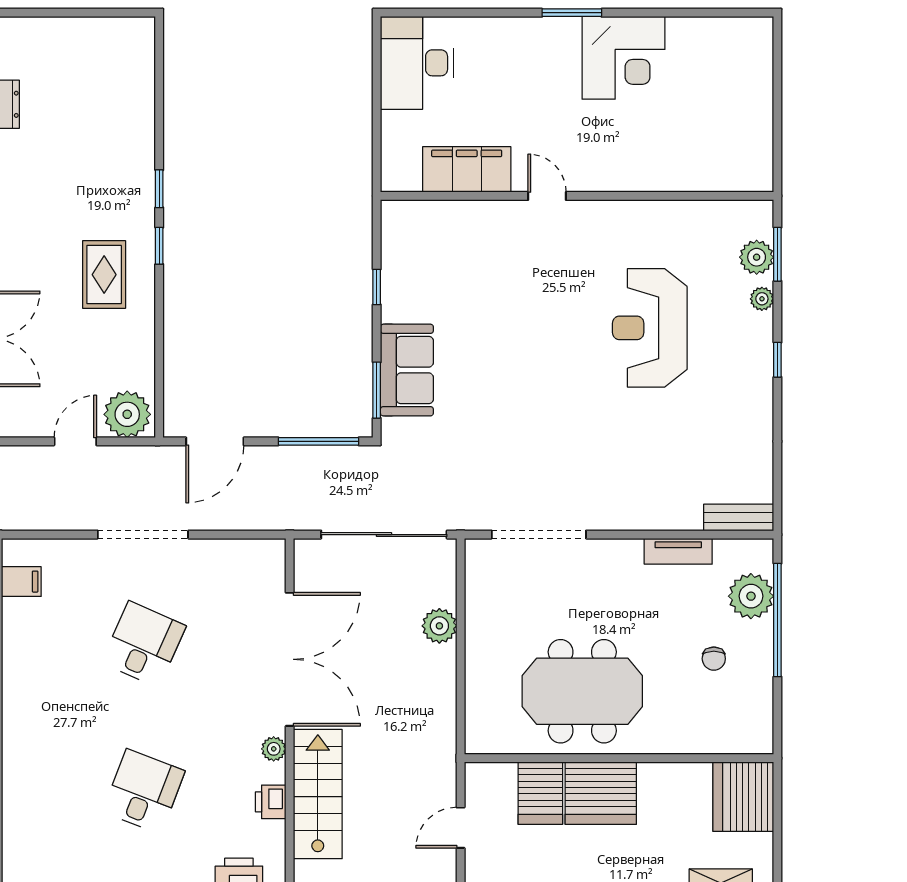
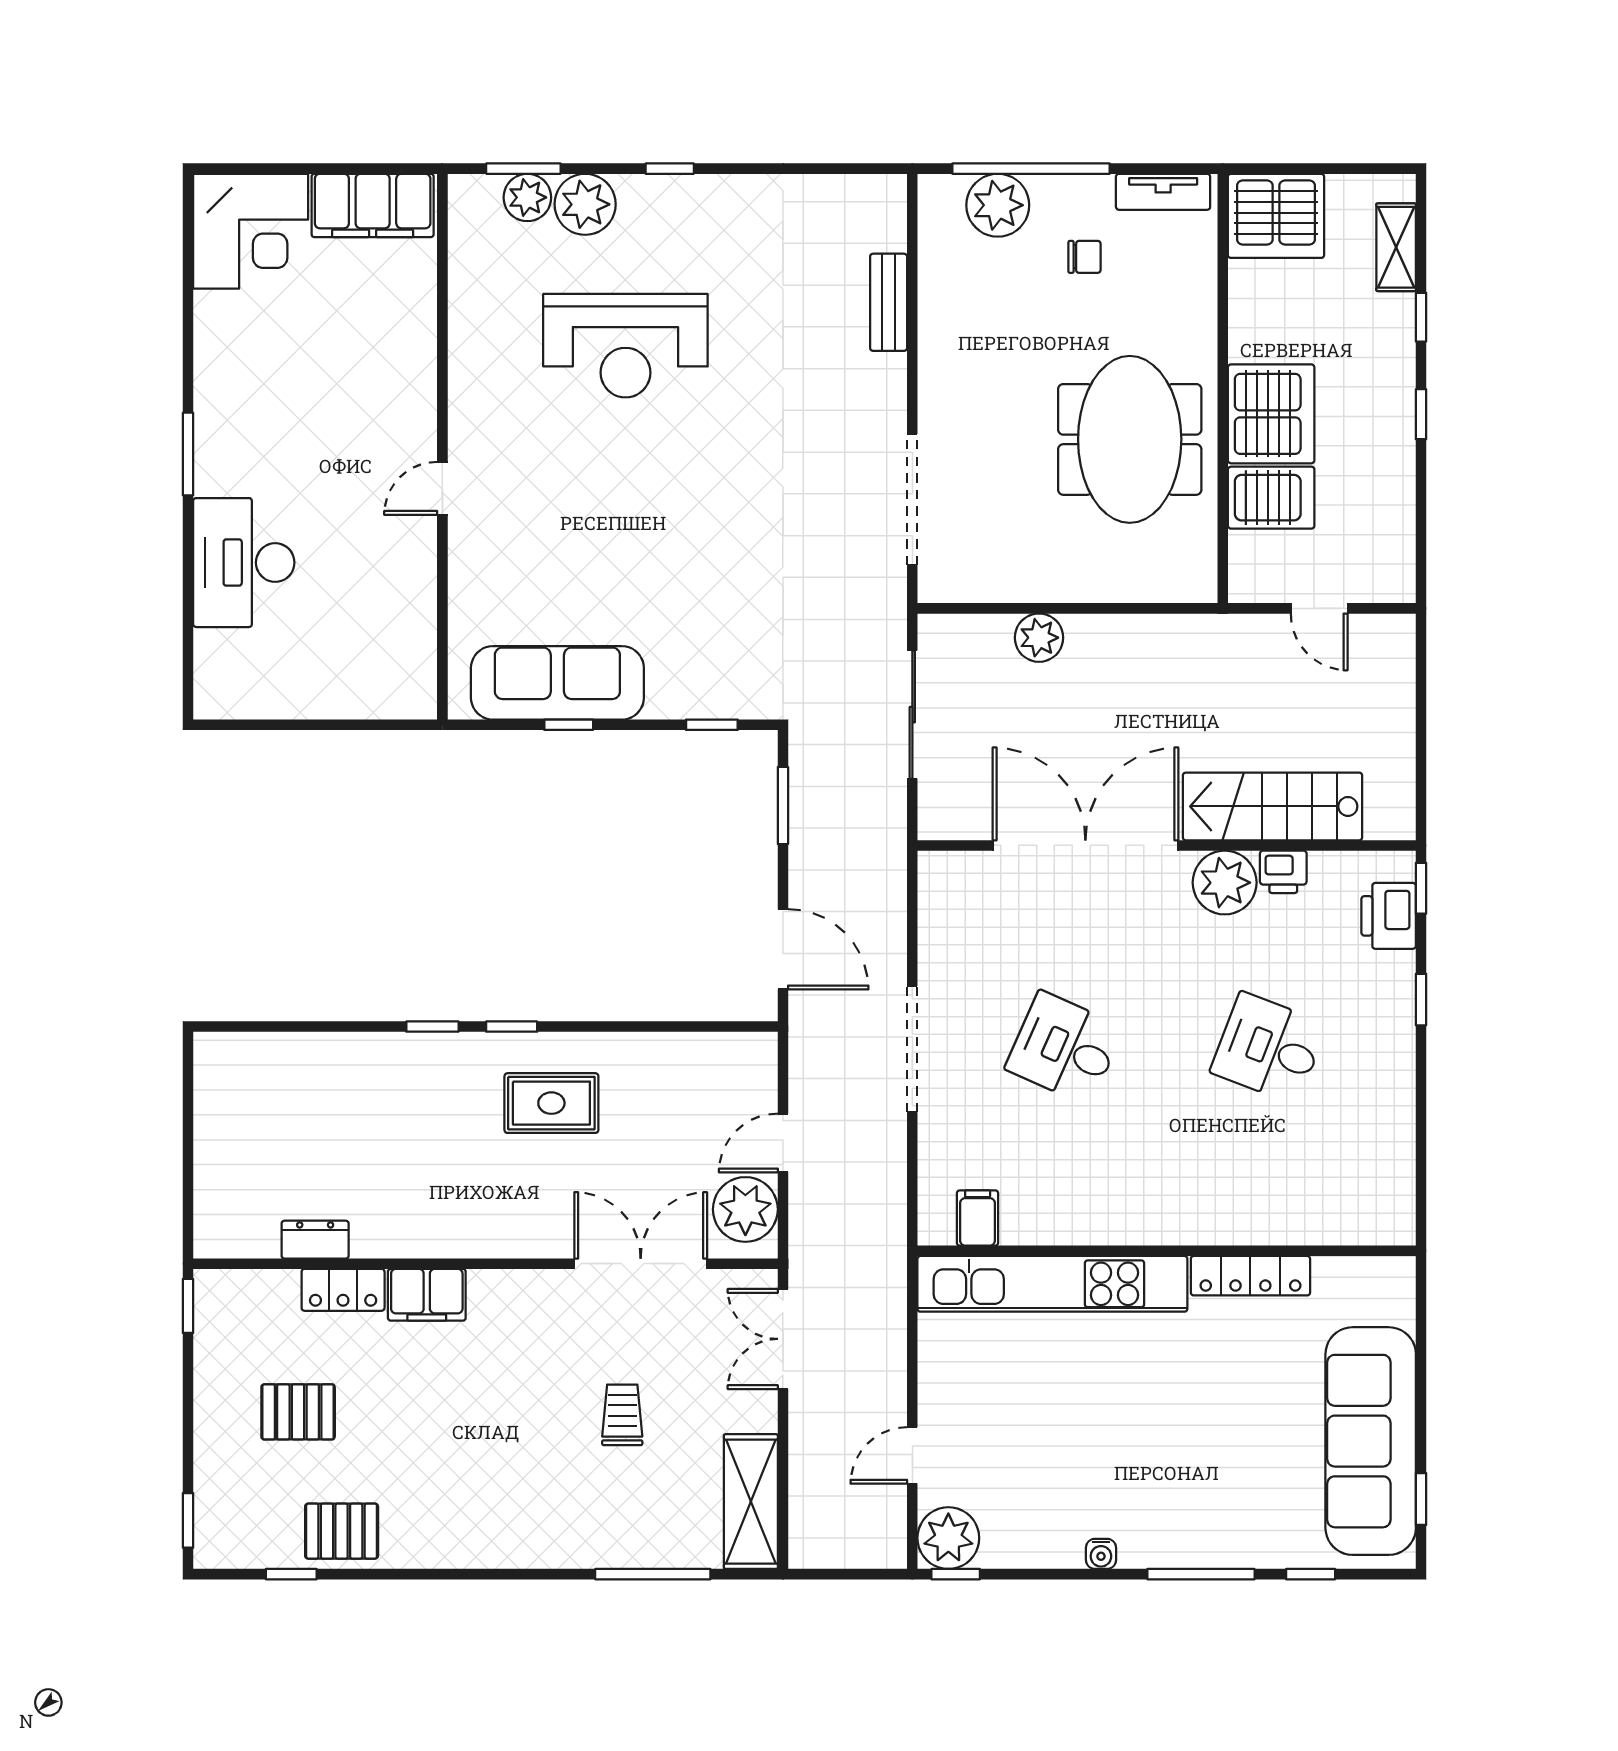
corner desk: (623, 58) -> (251, 231), moved, turned 90
desk: (417, 63) -> (244, 563), moved, turned 90
filing cabinet: (467, 169) -> (373, 205), moved, turned -90
plant: (762, 299) -> (585, 204), width x1.88, depth x1.88
sofa: (407, 370) -> (557, 683), moved, width x1.36
window: (377, 390) -> (712, 725), width x0.67
plant: (127, 414) -> (745, 1209), moved
door: (75, 441) -> (783, 1143), hinge flipped
window: (318, 441) -> (783, 805), width x0.69
bench: (739, 517) -> (889, 302), moved
sliding door: (384, 535) -> (912, 715), width x0.73
tv unit: (678, 551) -> (1163, 192), moved, turned 90
plant: (274, 749) -> (1225, 883), width x1.88, depth x1.88

